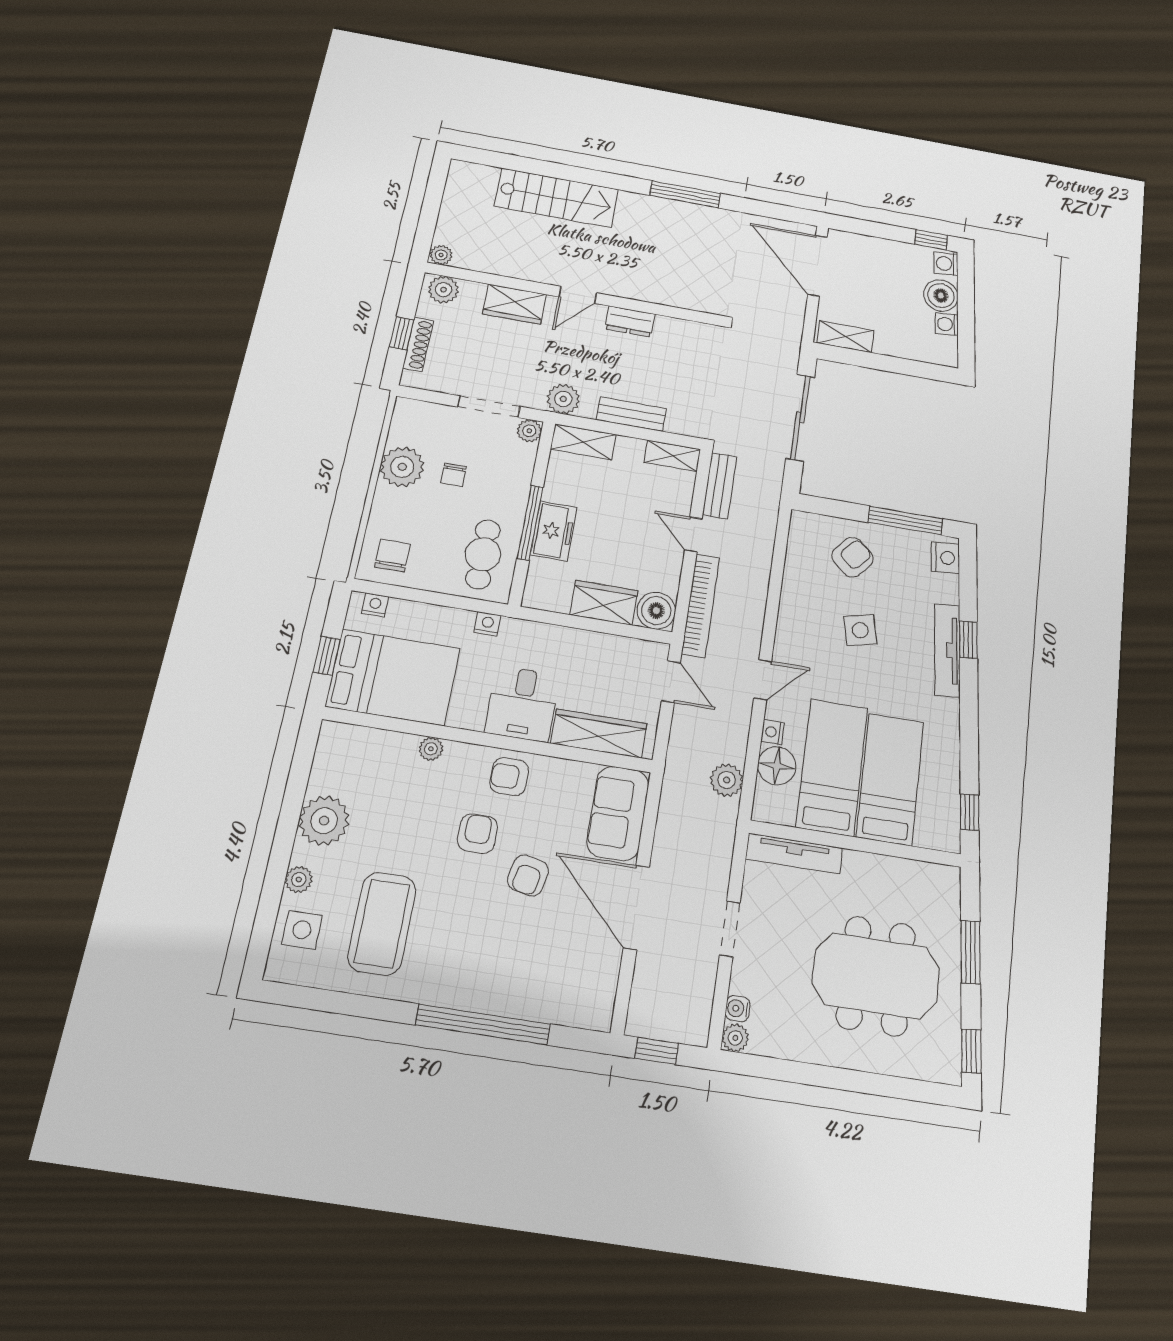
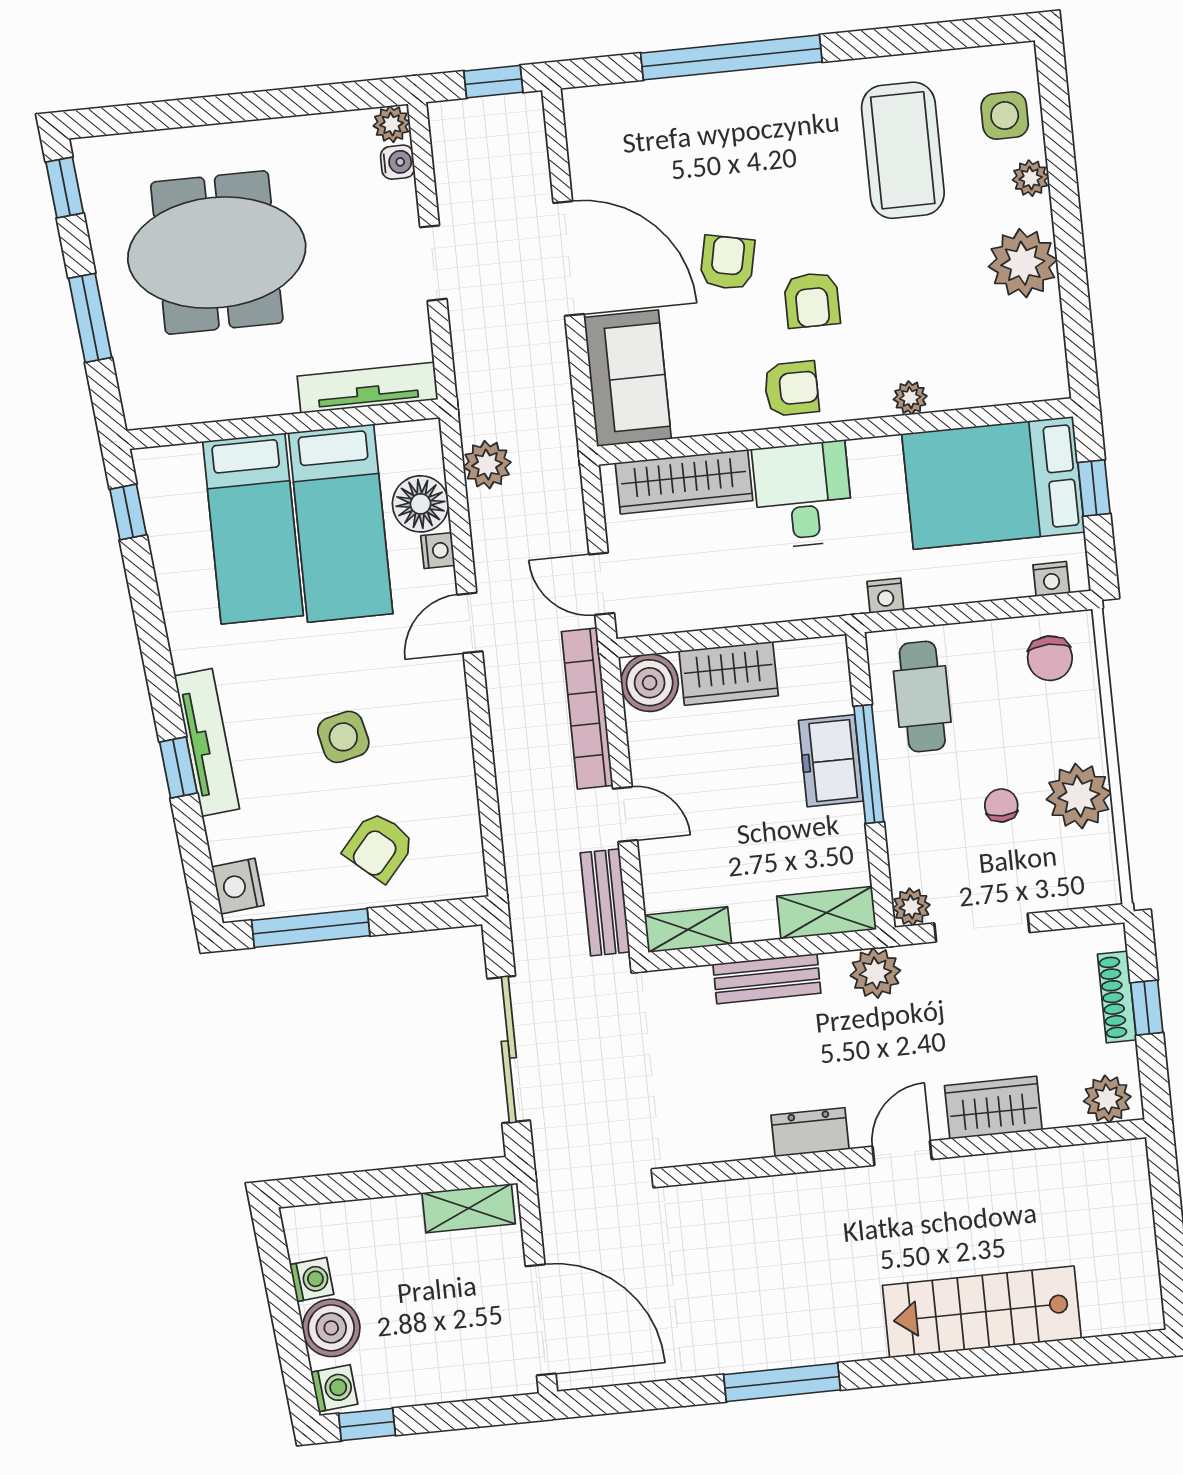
plant: (441, 255) -> (1129, 1156), removed

